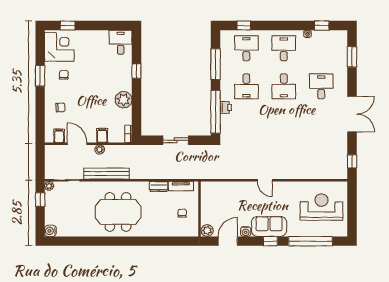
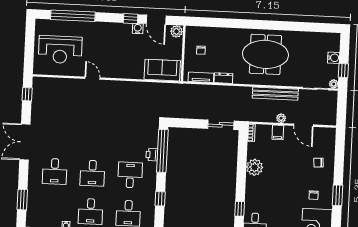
window: (216, 64) -> (160, 199), width x0.46
window: (136, 71) -> (240, 209), moved
desk: (284, 86) -> (92, 173), turned 180
filing cabinet: (59, 136) -> (321, 134), removed
sliding door: (176, 140) -> (221, 125), moved
door: (265, 180) -> (92, 78), moved
sofa: (269, 226) -> (162, 70), moved, turned 180
water cooler: (50, 231) -> (334, 58), moved
door: (228, 241) -> (156, 20), hinge flipped
window: (270, 241) -> (131, 19), moved

